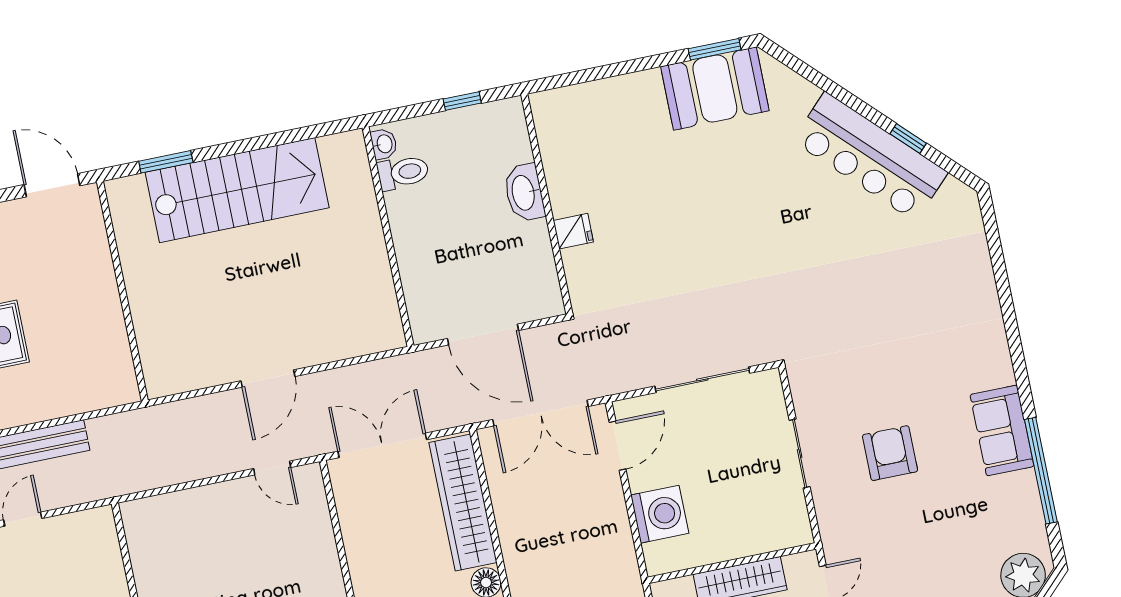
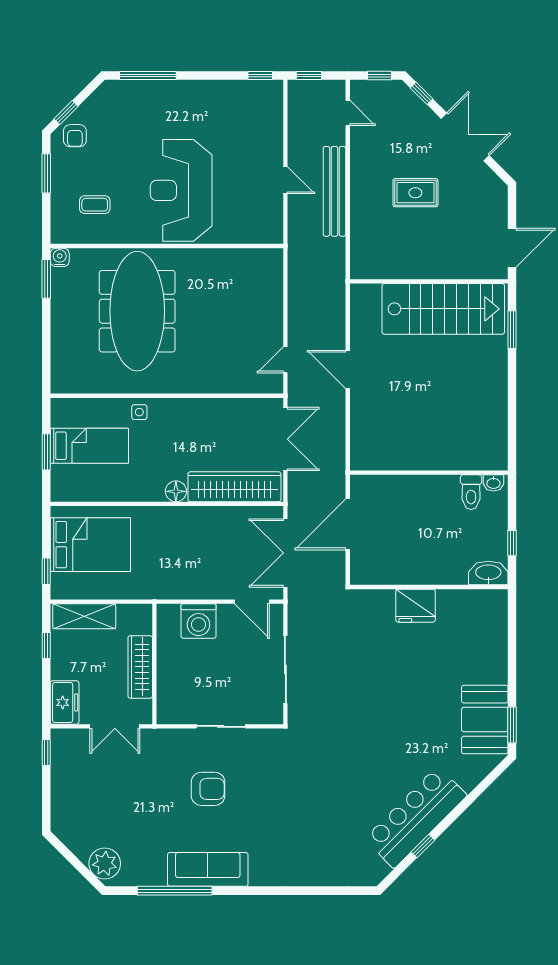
stairs: (237, 190) -> (443, 309), moved, turned -90
washbasin: (524, 193) -> (488, 573), moved
fridge: (573, 231) -> (416, 606), width x1.88, depth x1.34
sofa: (1002, 430) -> (208, 869), width x1.36

